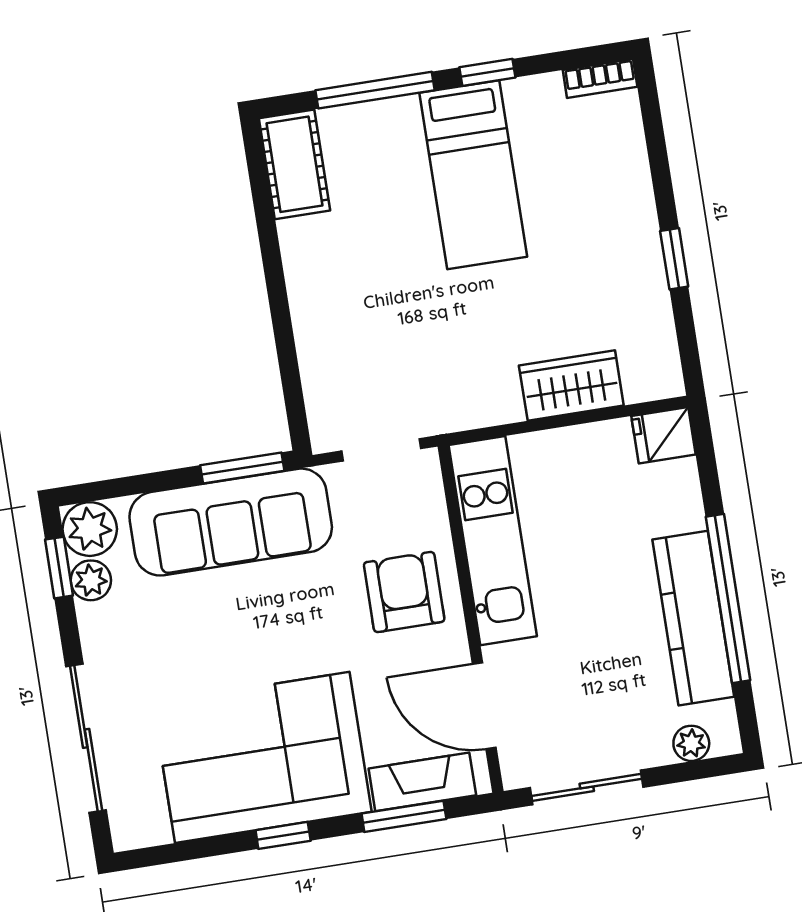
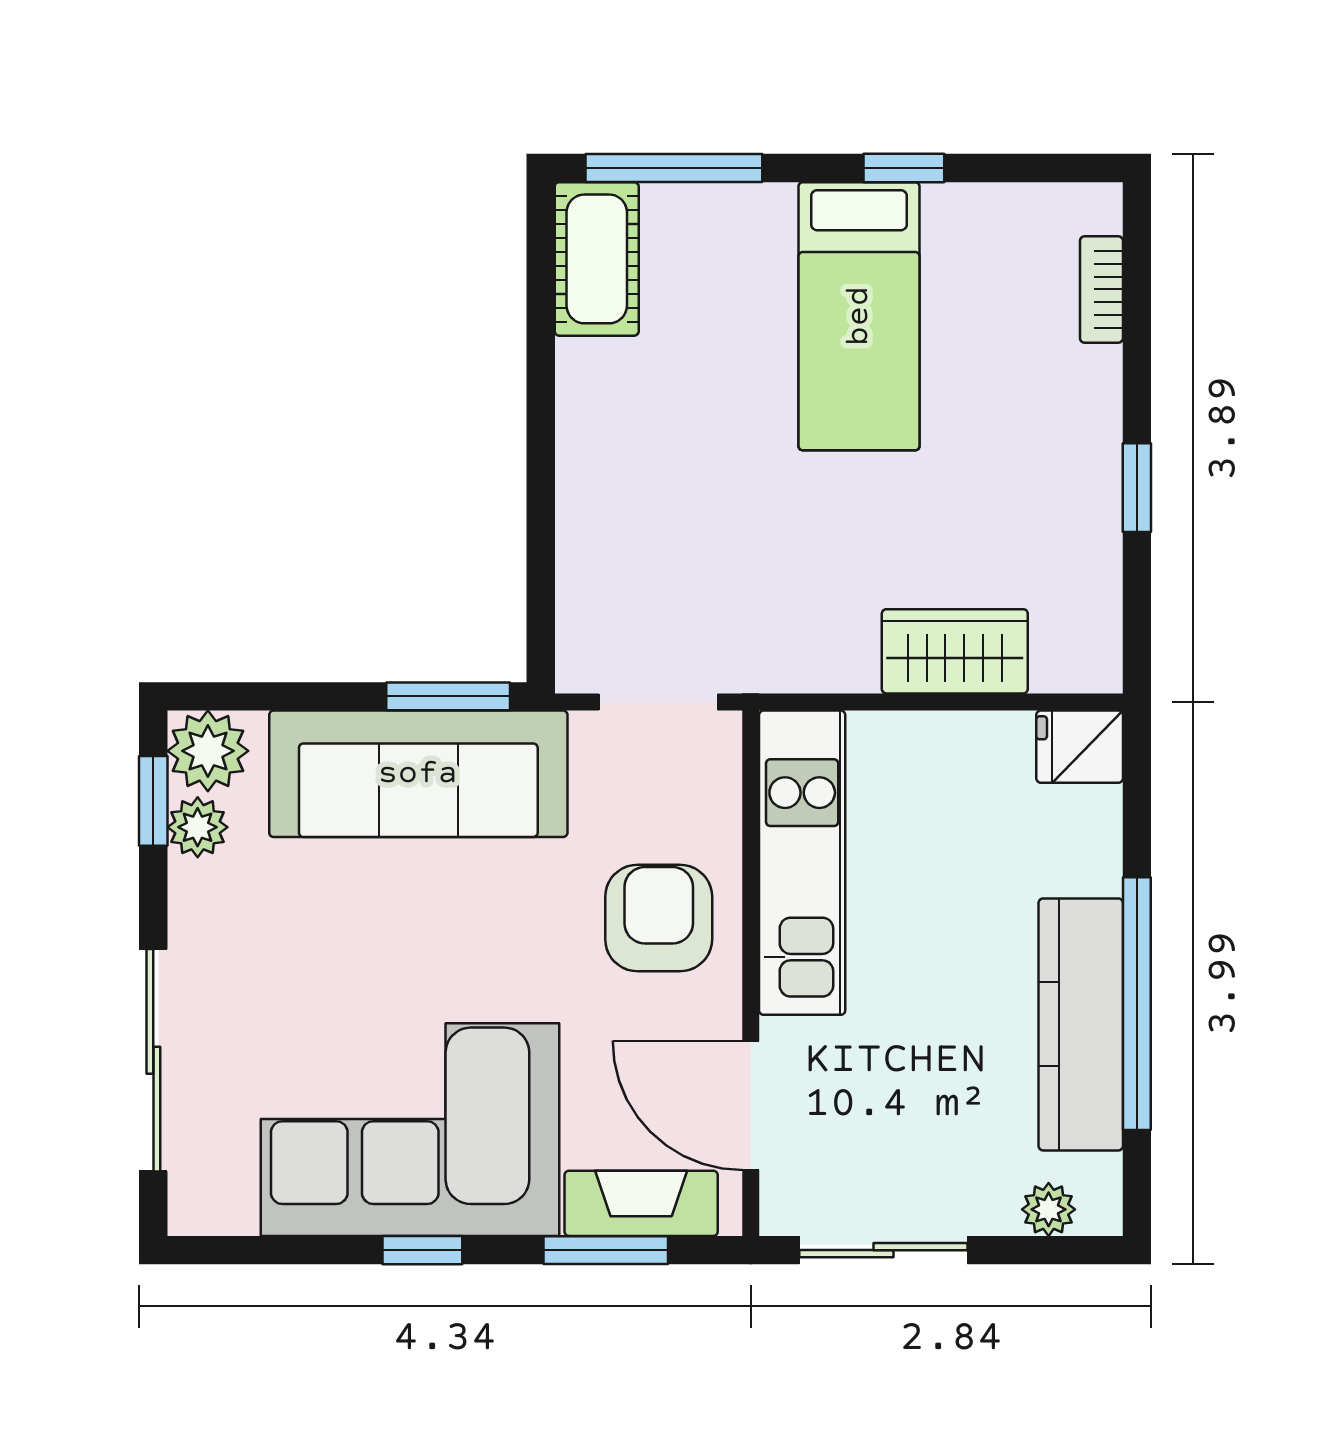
bookcase: (600, 78) -> (1101, 289), moved, turned 90
window: (375, 90) -> (674, 168), moved

